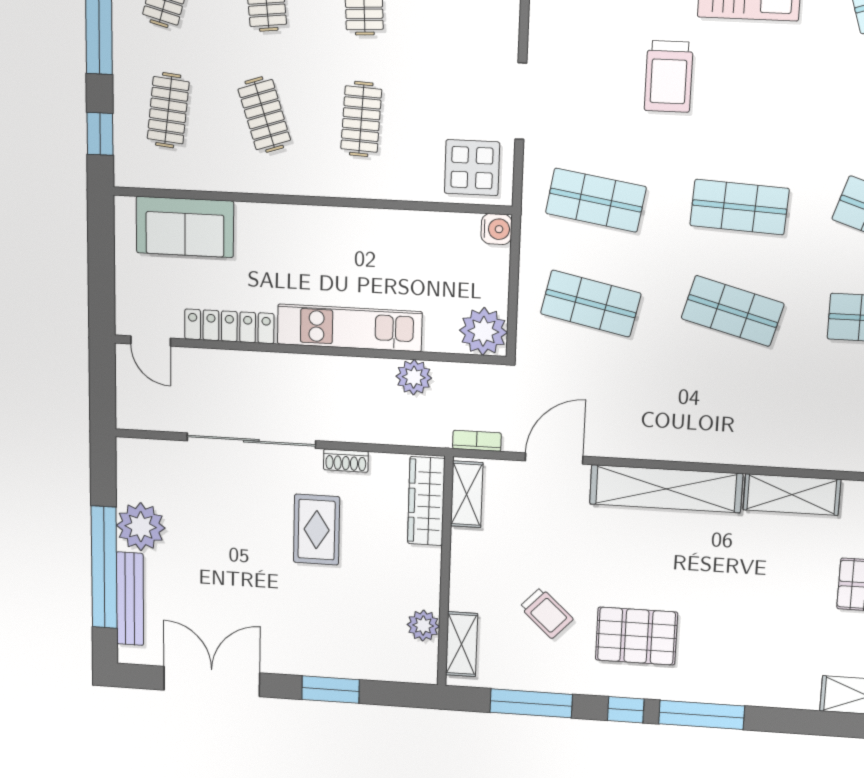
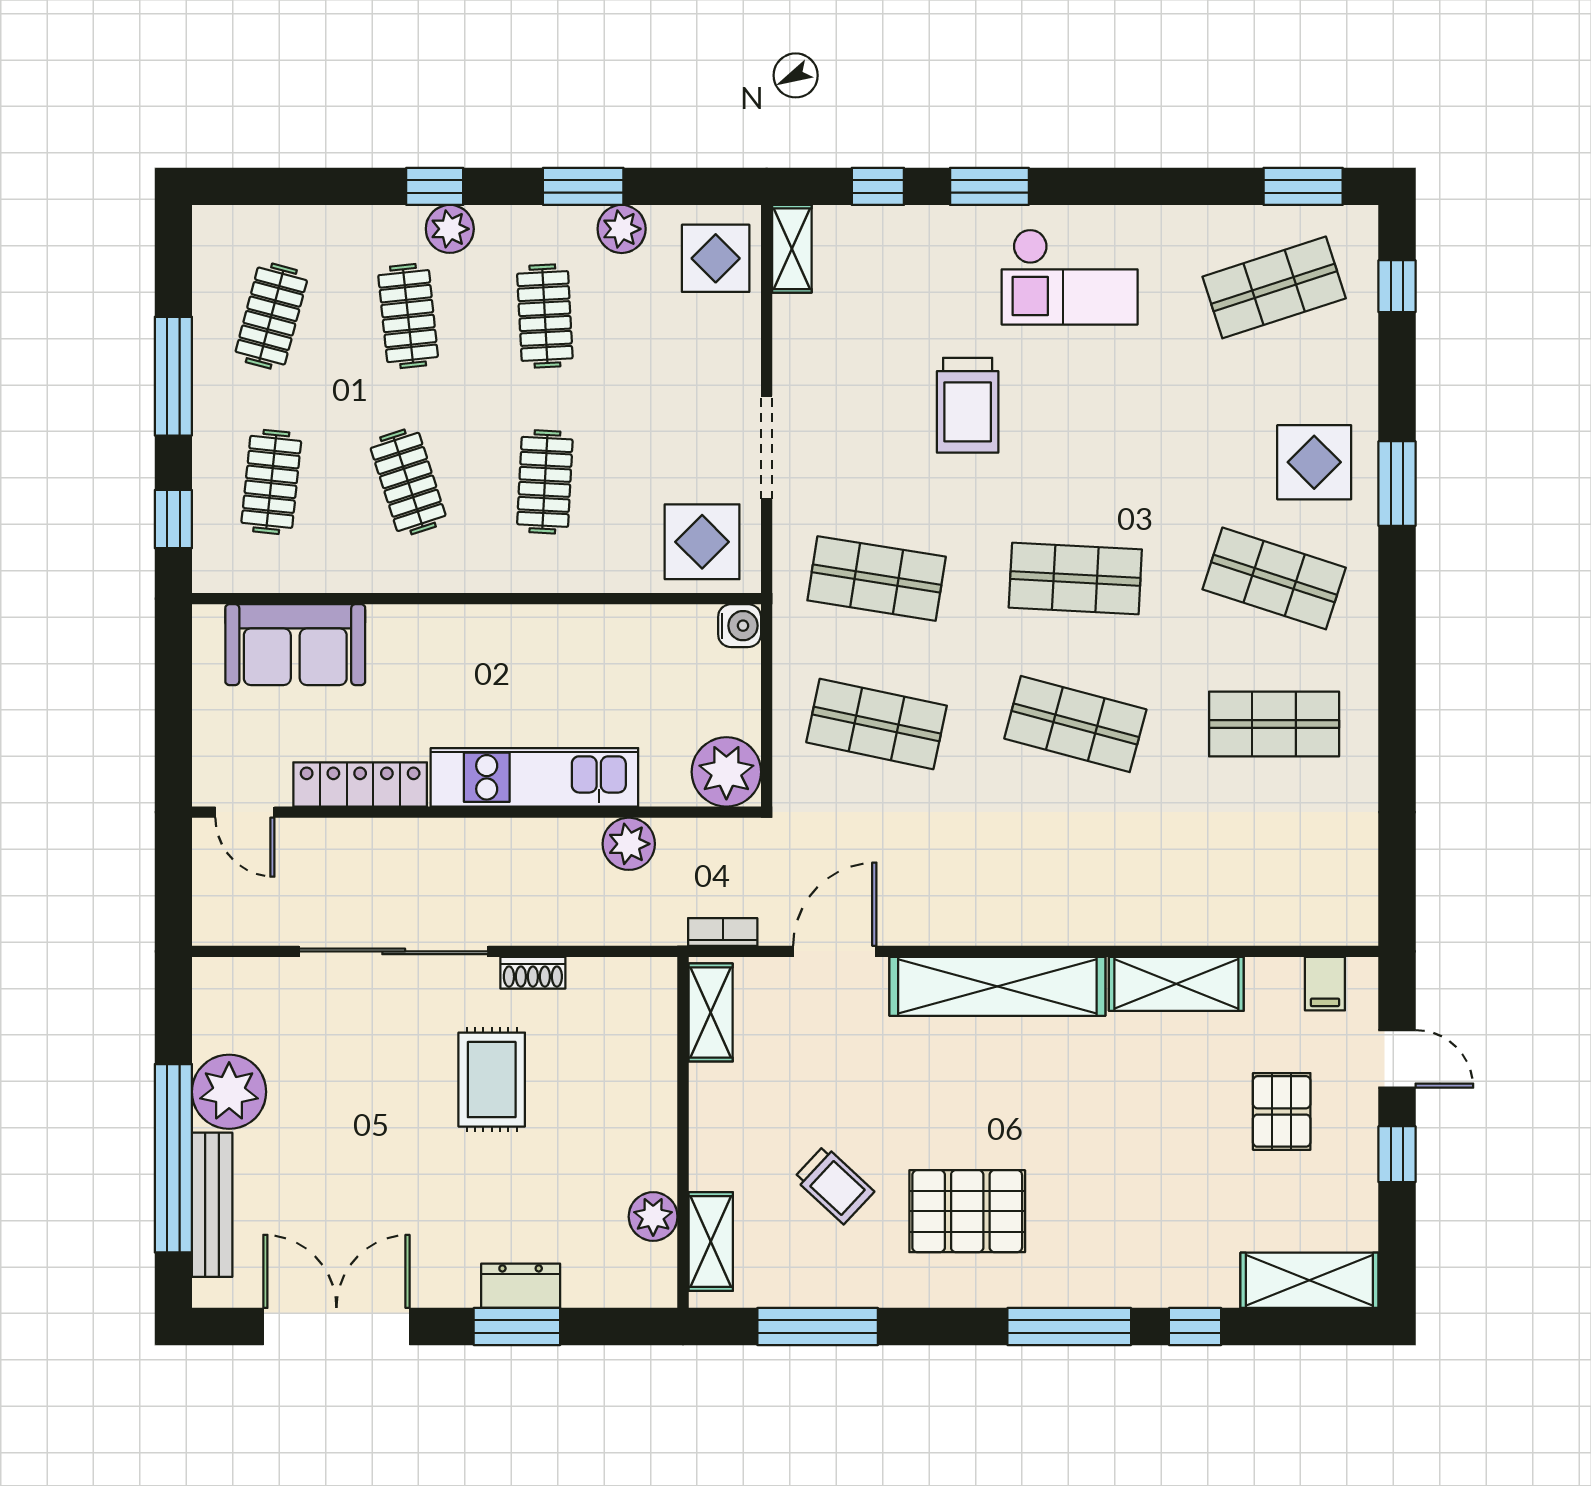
wardrobe: (426, 501) -> (652, 1026), removed
dresser: (334, 664) -> (521, 1286), added
window: (626, 710) -> (1195, 1326), moved

